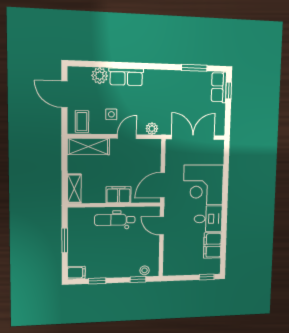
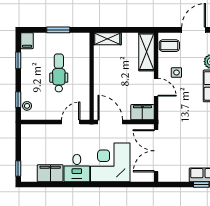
plant: (152, 129) -> (164, 111), removed
double door: (193, 137) -> (156, 151), swing flipped
filing cabinet: (119, 195) -> (142, 112), moved, turned -90
dental chair: (115, 220) -> (59, 73), moved

